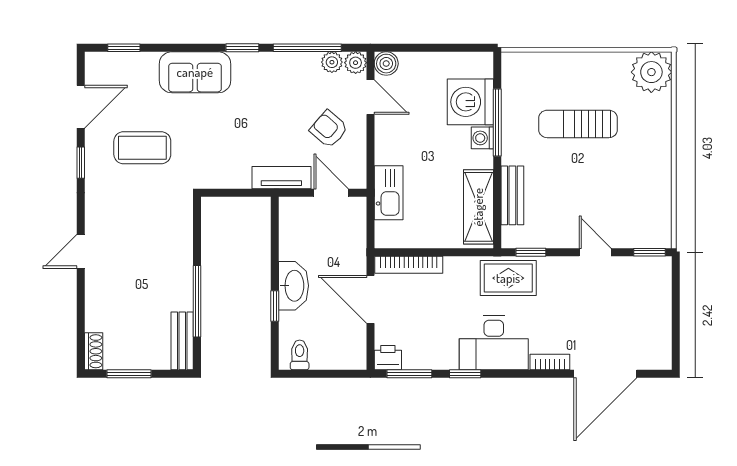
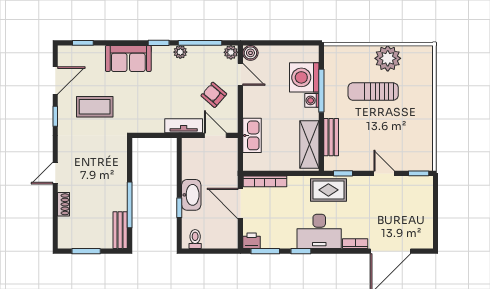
plant: (332, 62) -> (180, 52), moved
plant: (651, 72) -> (388, 58), moved
shoe rack: (94, 351) -> (64, 204), moved

